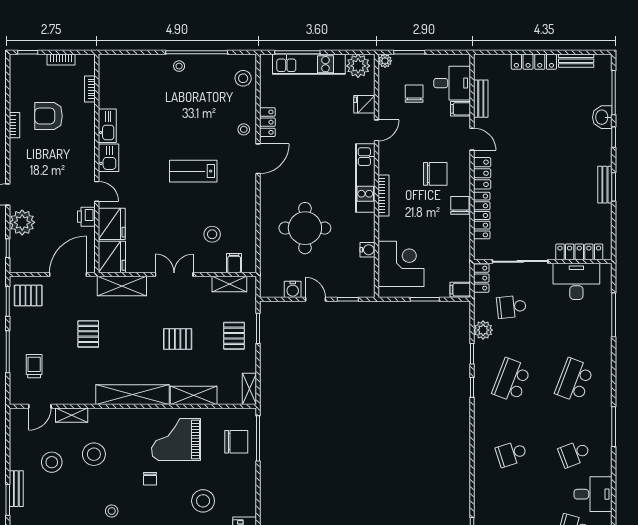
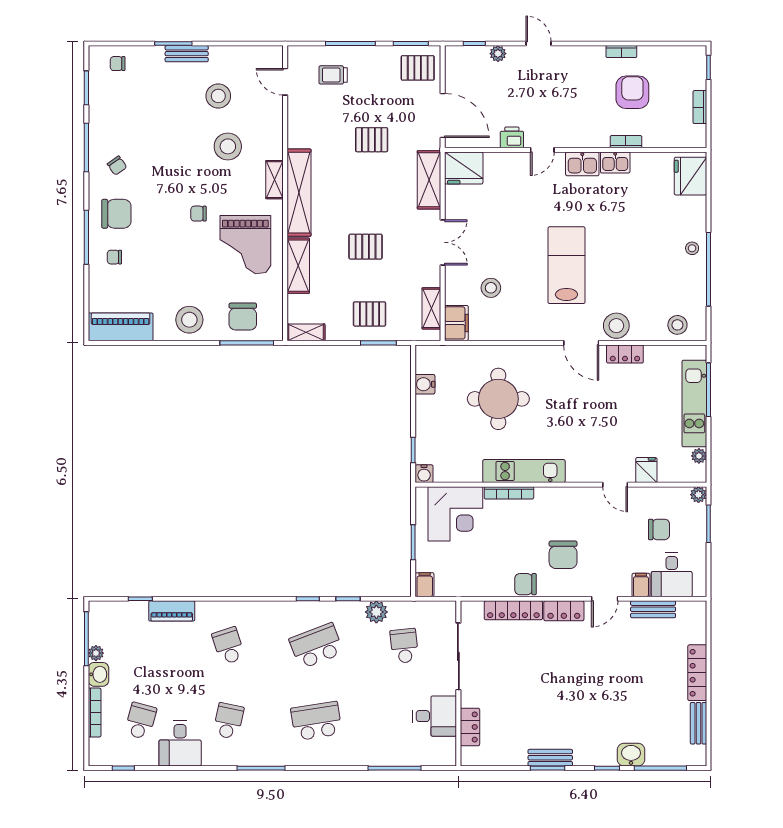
plant: (358, 66) -> (699, 456), width x0.53, depth x0.53
bookcase: (90, 89) -> (626, 142), moved
kitchen sink: (107, 126) -> (615, 162), width x0.73
stool: (244, 129) -> (616, 326), width x1.89, depth x1.89
lab bench: (193, 171) -> (566, 265), width x1.36, depth x1.39
kitchen unit: (365, 178) -> (524, 471), moved
bookcase: (384, 195) -> (509, 493), moved
chair: (460, 205) -> (525, 584), turned 180
plant: (22, 222) -> (498, 54), width x0.53, depth x0.53
fridge: (112, 224) -> (690, 176), moved, turned 90
water cooler: (367, 250) -> (424, 474), moved
locker: (579, 252) -> (470, 727), width x0.66
filing cabinet: (234, 263) -> (456, 323), width x2.00
locker: (481, 278) -> (438, 610), removed
desk: (576, 281) -> (435, 716), width x0.73
pallet: (28, 295) -> (418, 68), turned 90
door: (316, 299) -> (413, 412), removed
pallet: (178, 339) -> (366, 247), turned 90
trolley: (34, 366) -> (333, 75), turned 180
school desk: (511, 380) -> (316, 646), turned -42
school desk: (574, 380) -> (316, 721), turned -30
shelving: (72, 415) -> (275, 180), moved
grand piano: (176, 440) -> (245, 245), turned 180
school desk: (574, 454) -> (228, 721), turned 33
stool: (203, 501) -> (189, 320), moved
piano: (482, 501) -> (172, 611), added
stool: (112, 511) -> (160, 168), removed

